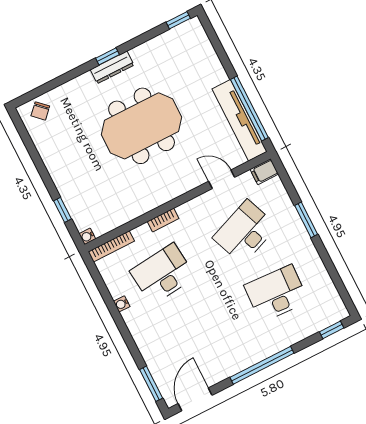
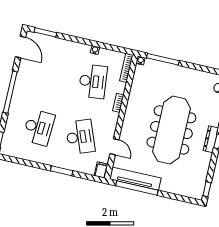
meeting table: (142, 126) -> (171, 130), width x1.36
door: (222, 179) -> (114, 147), hinge flipped
window: (63, 210) -> (163, 59), width x2.17

